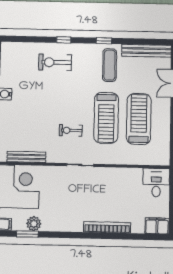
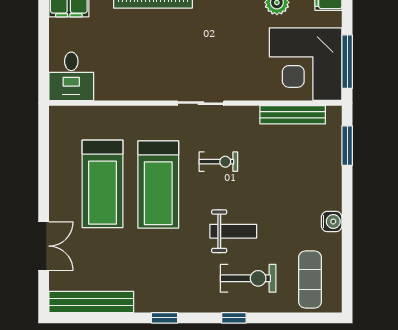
exercise mat: (110, 65) -> (310, 280), moved
weight bench: (63, 90) -> (233, 231), added
treadmill: (106, 118) -> (158, 185), turned 180

